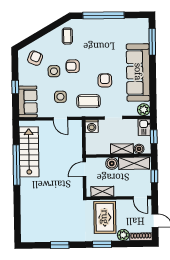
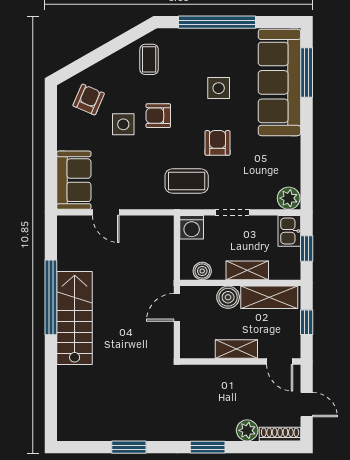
sofa: (138, 72) -> (279, 82), moved
window: (15, 87) -> (51, 153), removed
side table: (60, 97) -> (219, 88), moved
door: (60, 119) -> (106, 212), moved
boiler: (139, 149) -> (202, 271), moved
stairs: (29, 152) -> (75, 318), moved
shelving: (102, 191) -> (236, 349), moved
rug: (105, 217) -> (213, 397), removed

